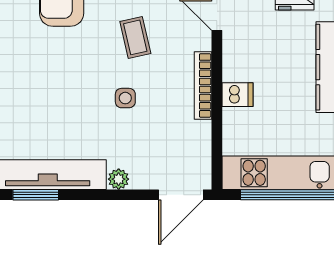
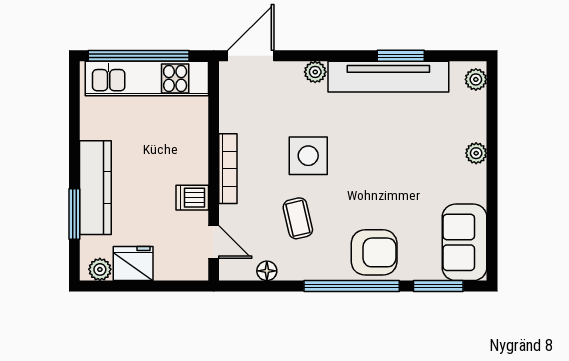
dishwasher: (237, 95) -> (192, 198), moved
side table: (125, 98) -> (308, 156), width x1.87, depth x1.87

